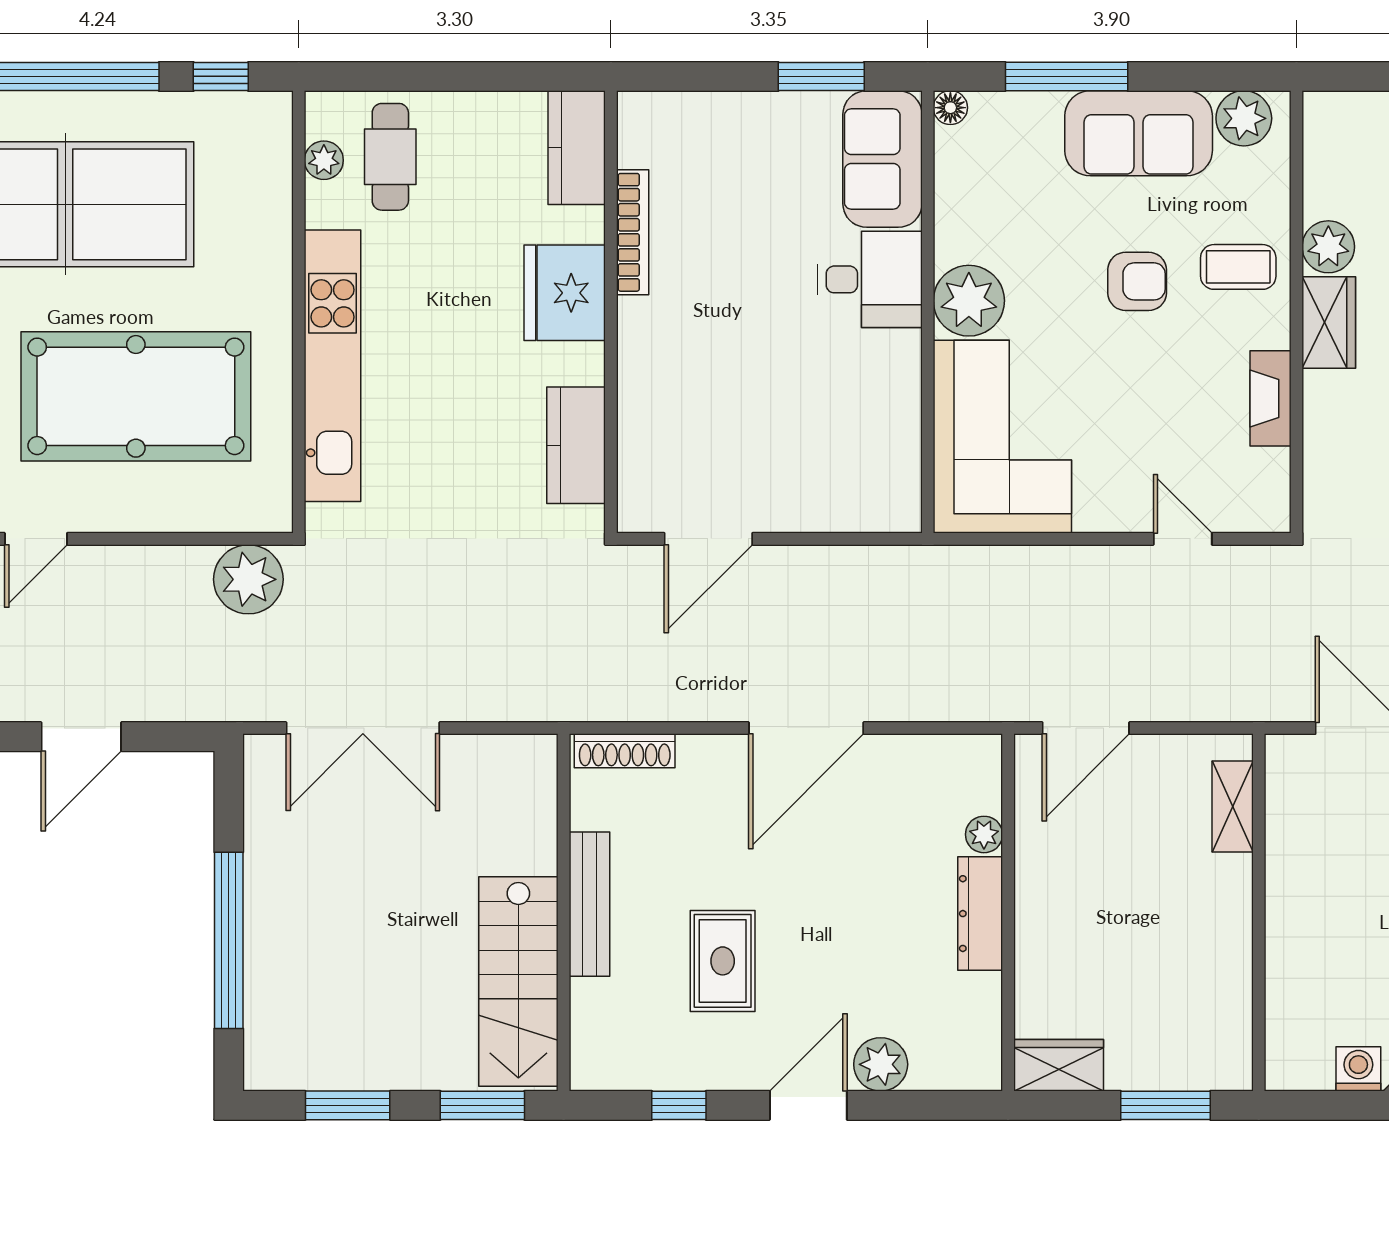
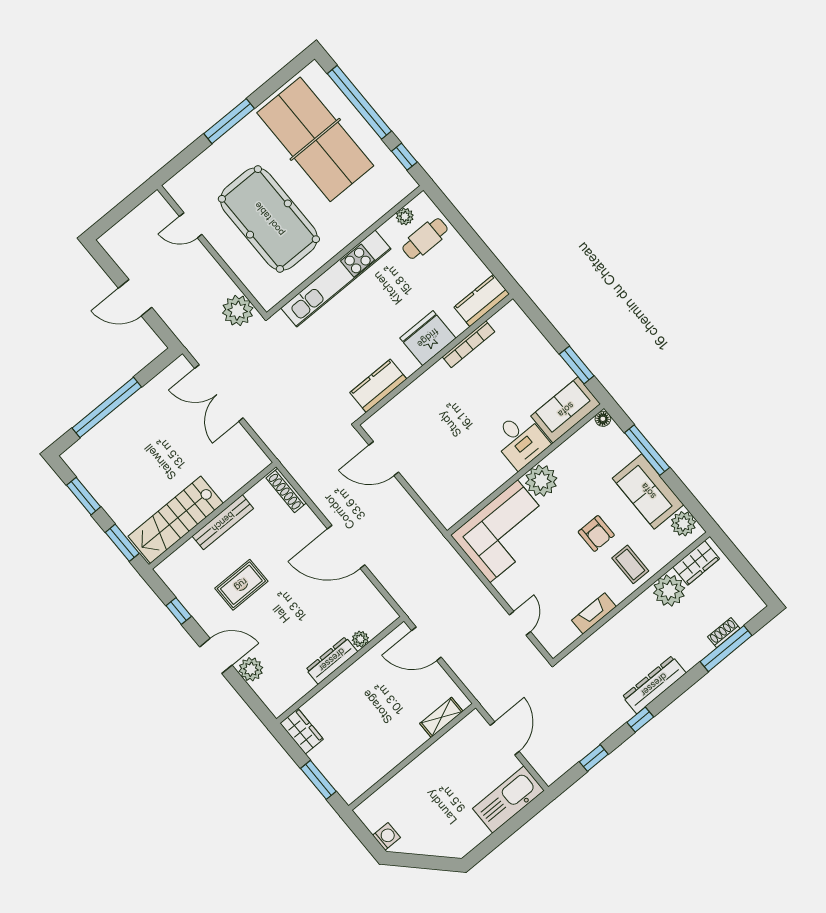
plant: (1328, 247) -> (669, 590), width x1.36, depth x1.36
wardrobe: (1329, 323) -> (696, 563), moved

